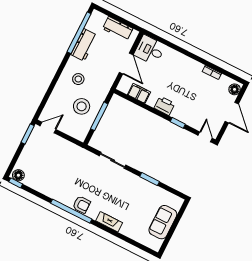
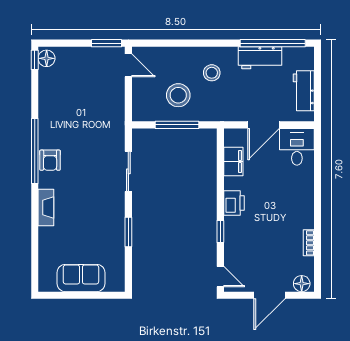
door: (205, 137) -> (220, 277), hinge flipped

